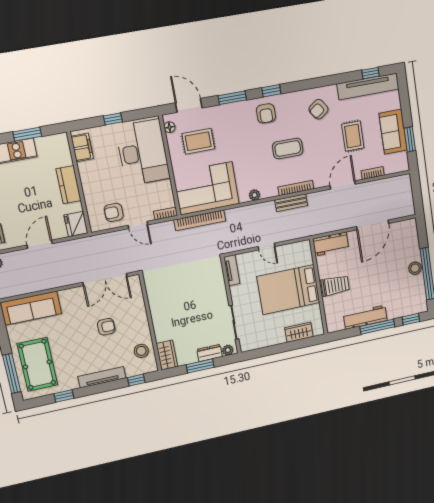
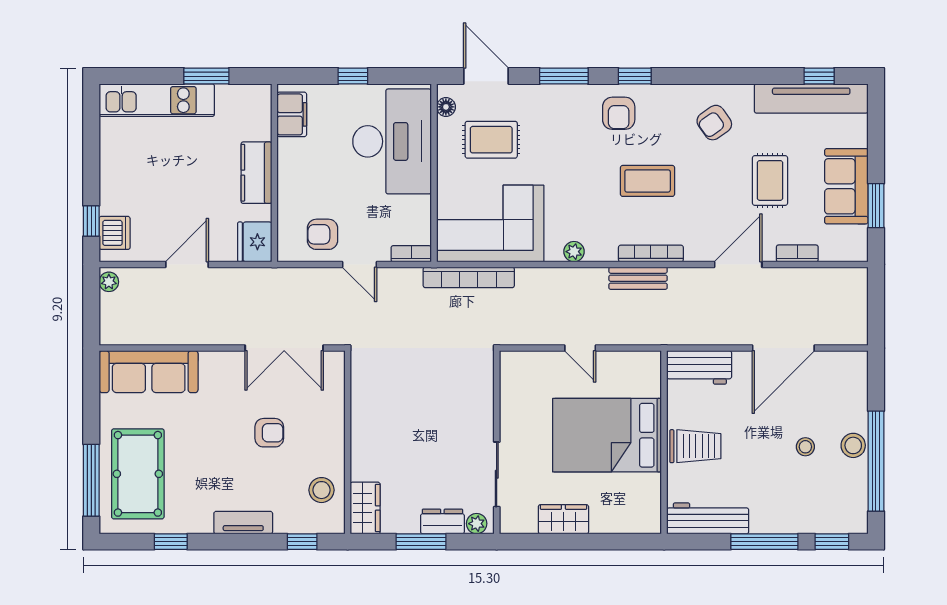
tv unit: (232, 270) -> (510, 378), removed
stool: (391, 274) -> (805, 447), added
workbench: (365, 317) -> (708, 518), moved
wardrobe: (299, 332) -> (563, 519), moved
tv unit: (102, 377) -> (243, 523), width x0.71

